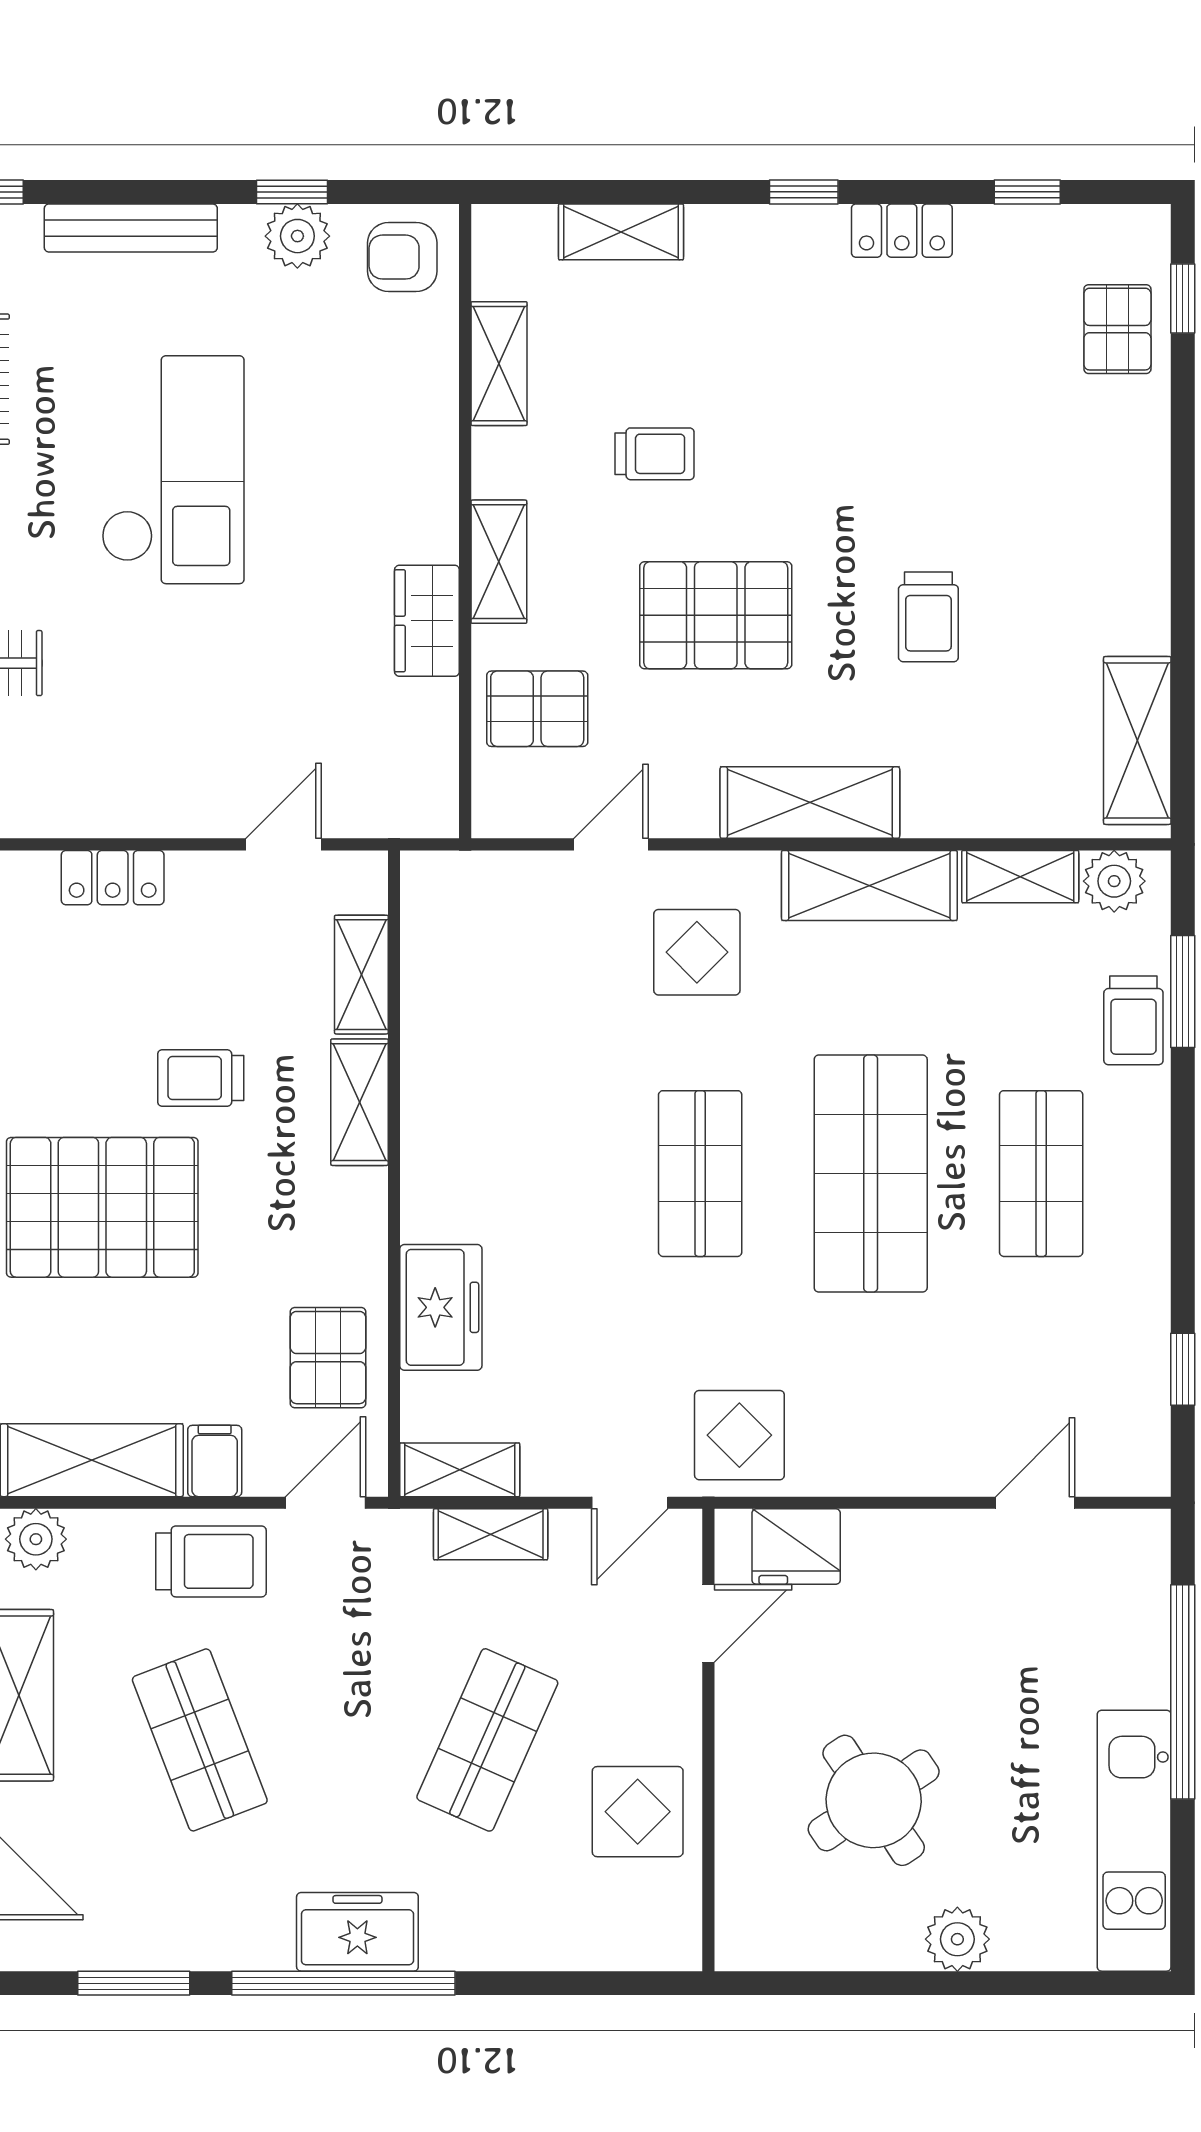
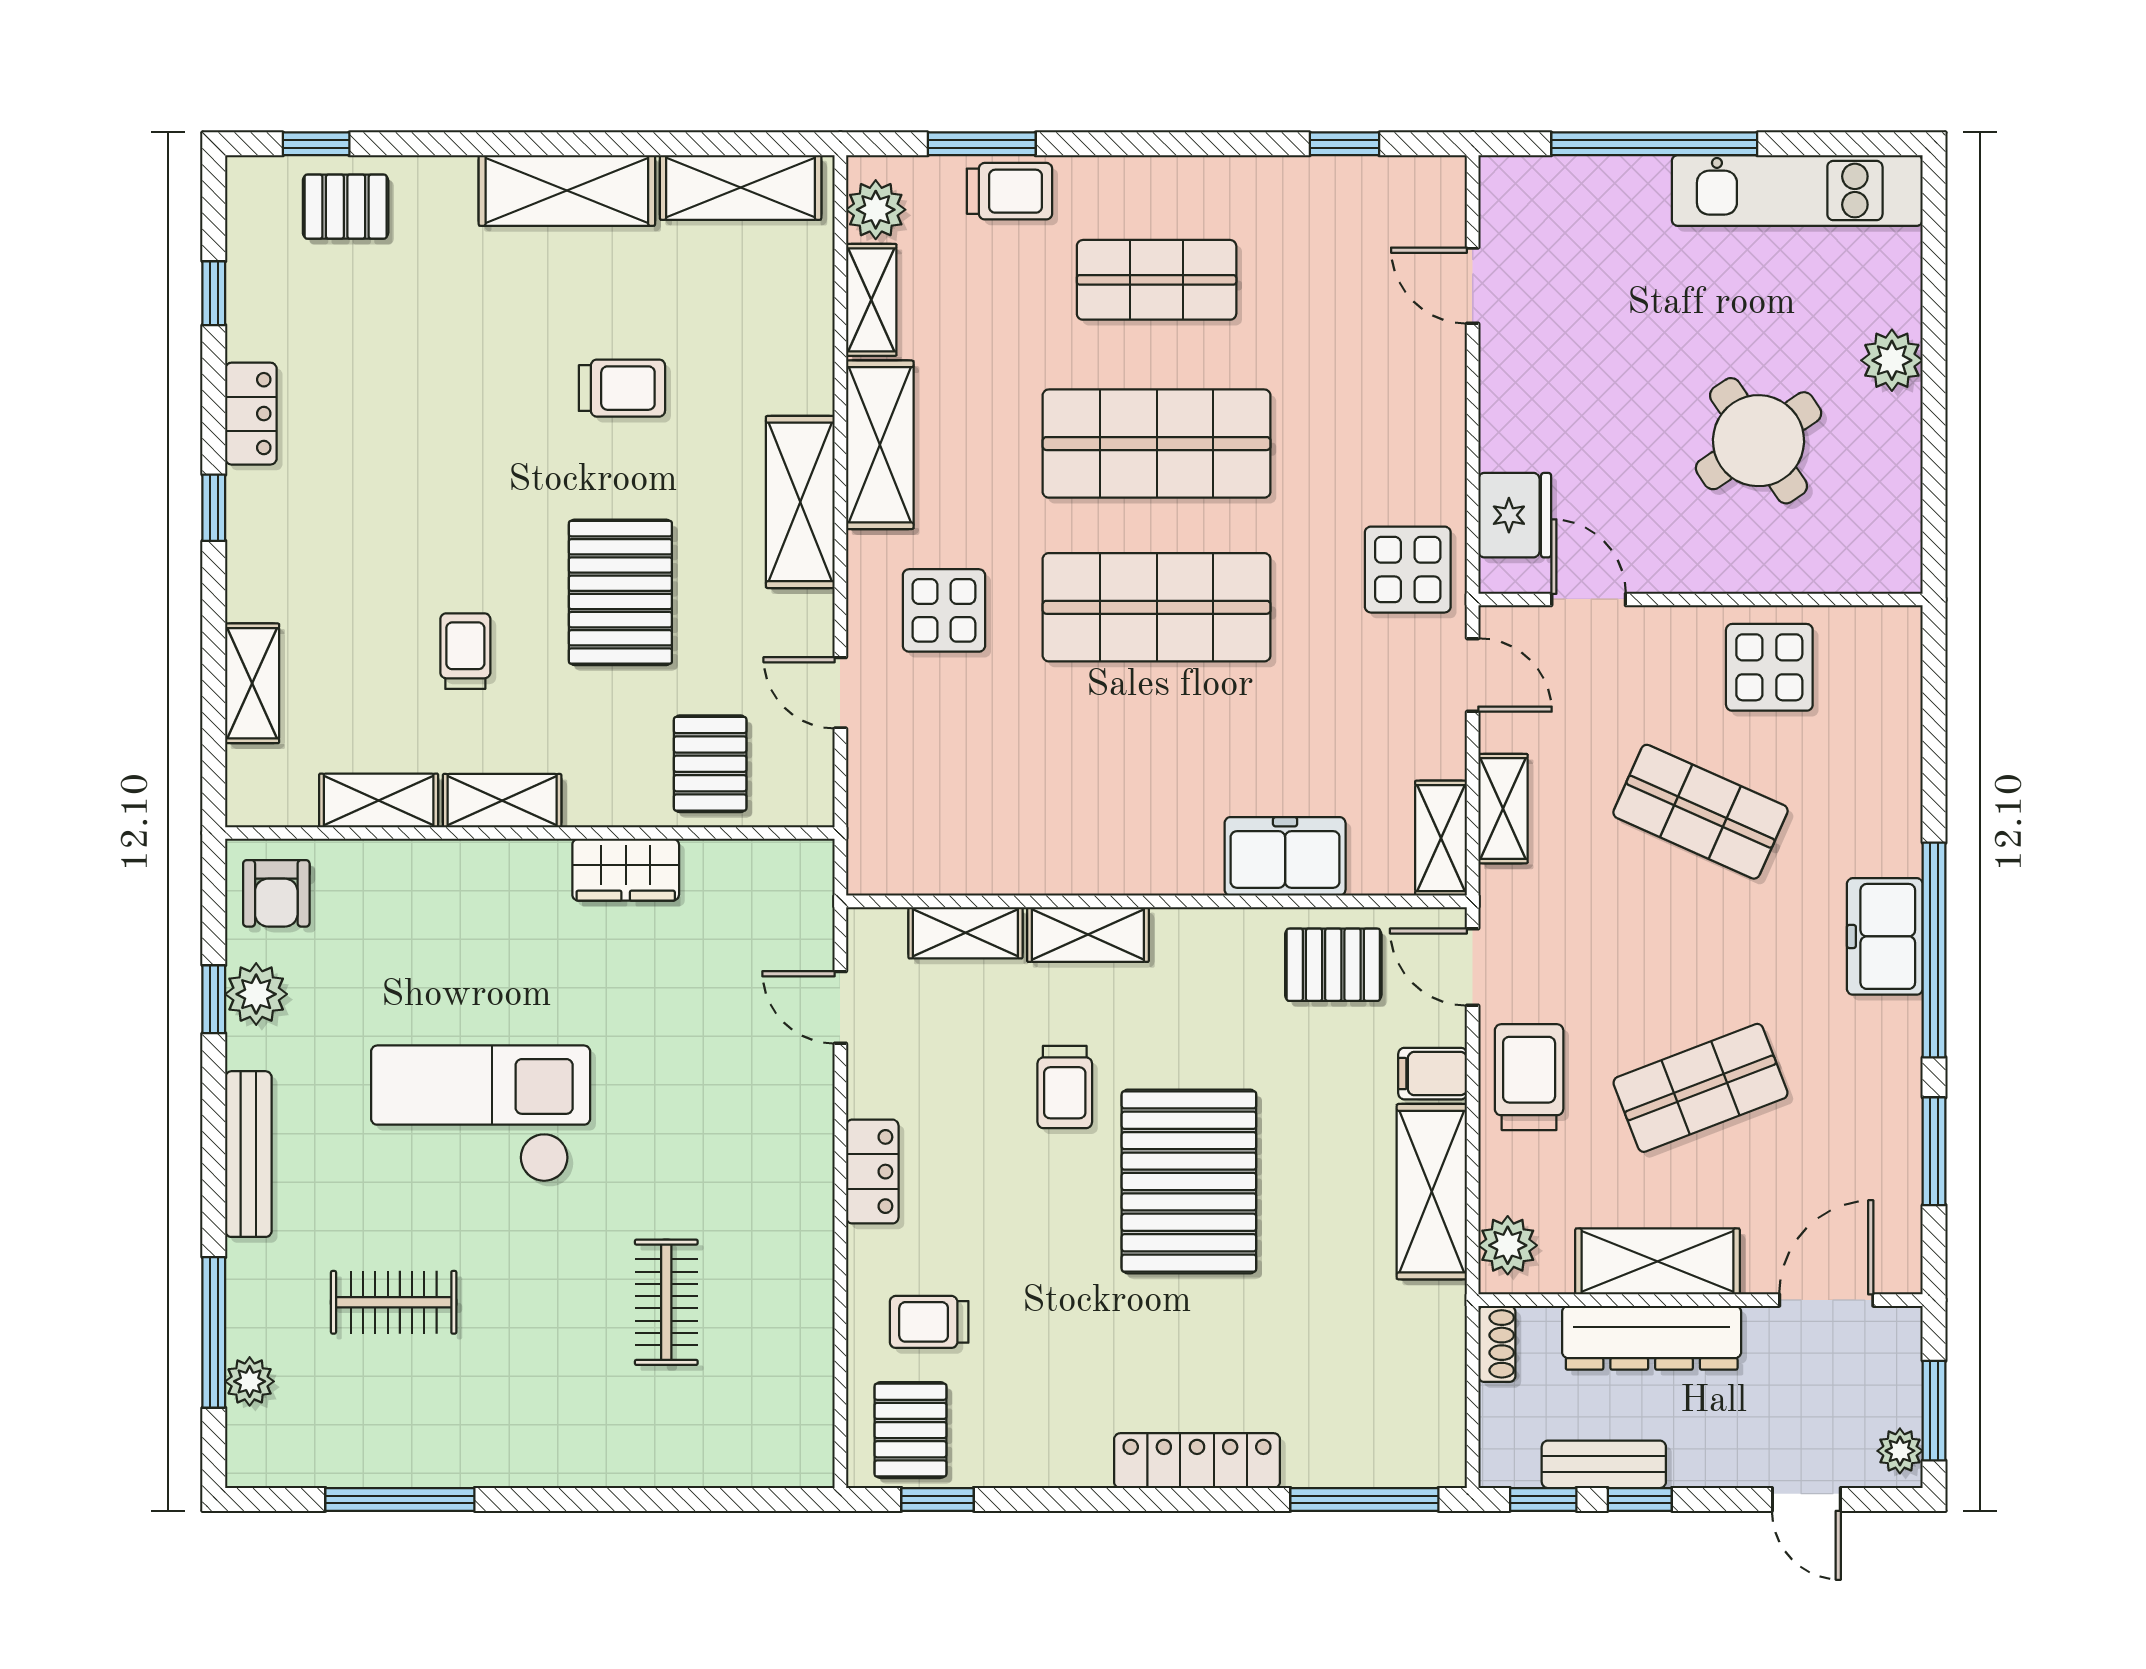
shelving: (1134, 560) -> (567, 191), added
shelving: (499, 562) -> (502, 801), moved
shop shelf: (700, 1174) -> (1157, 607), width x1.43, depth x1.36

